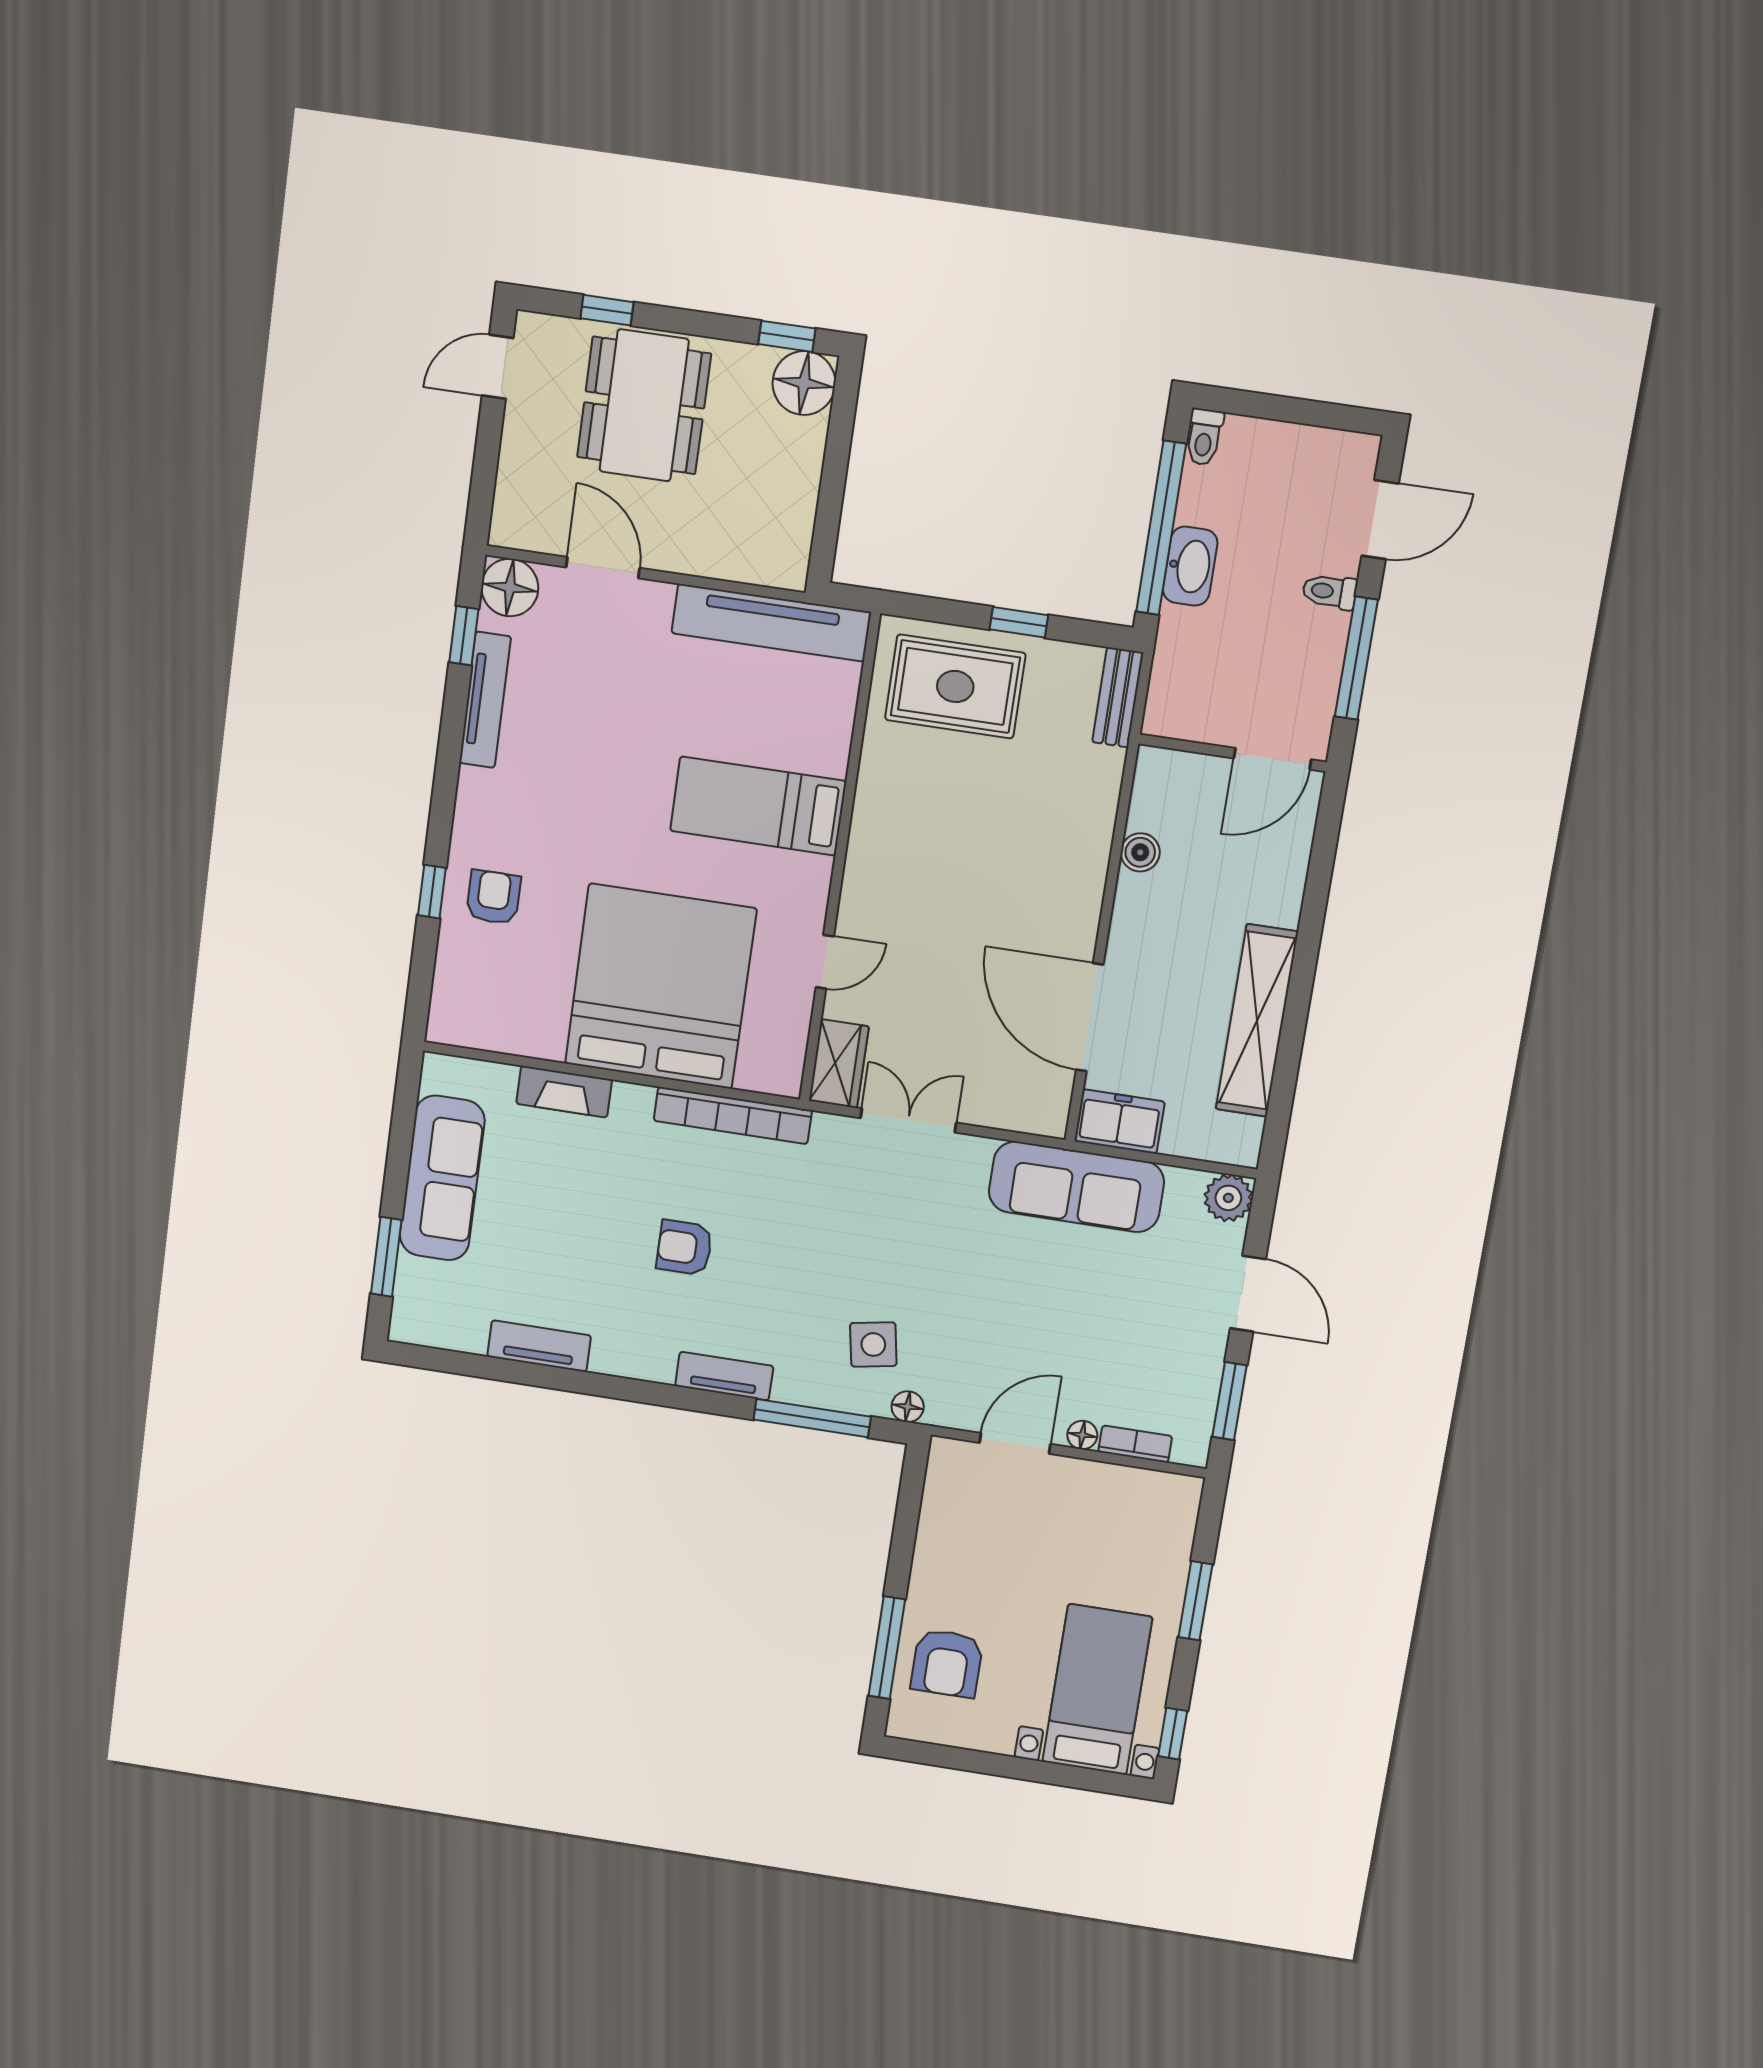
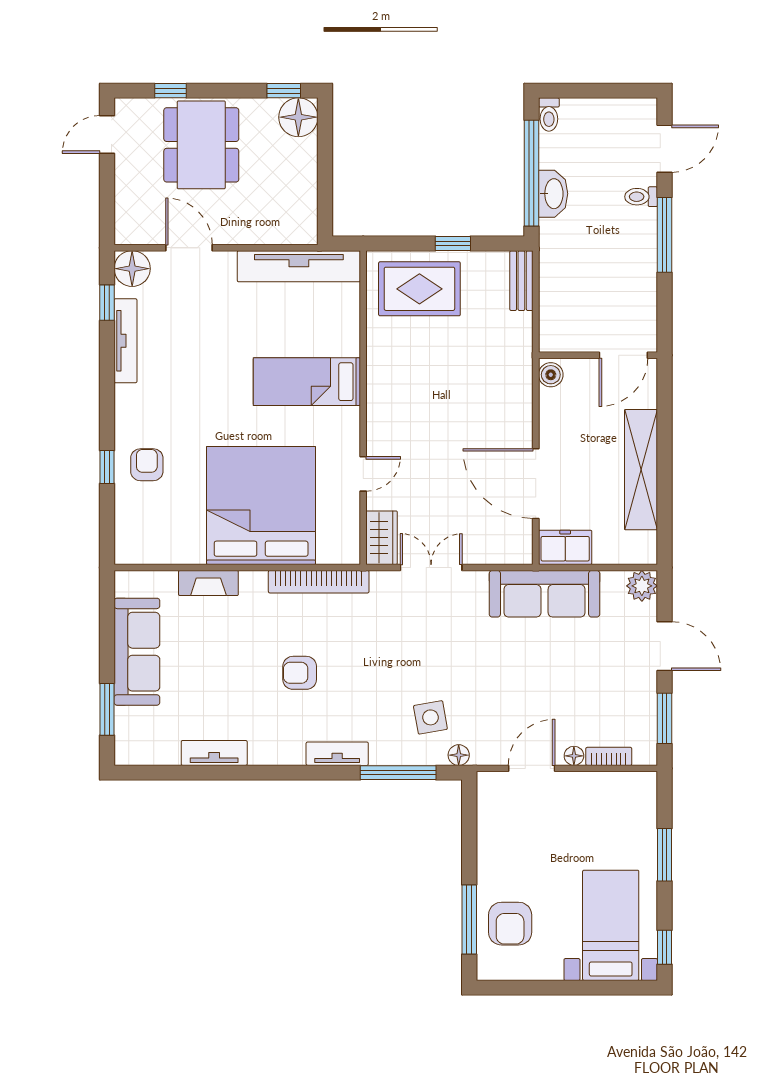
wall: (1233, 753) -> (598, 355), moved
door: (1273, 759) -> (623, 355), moved

